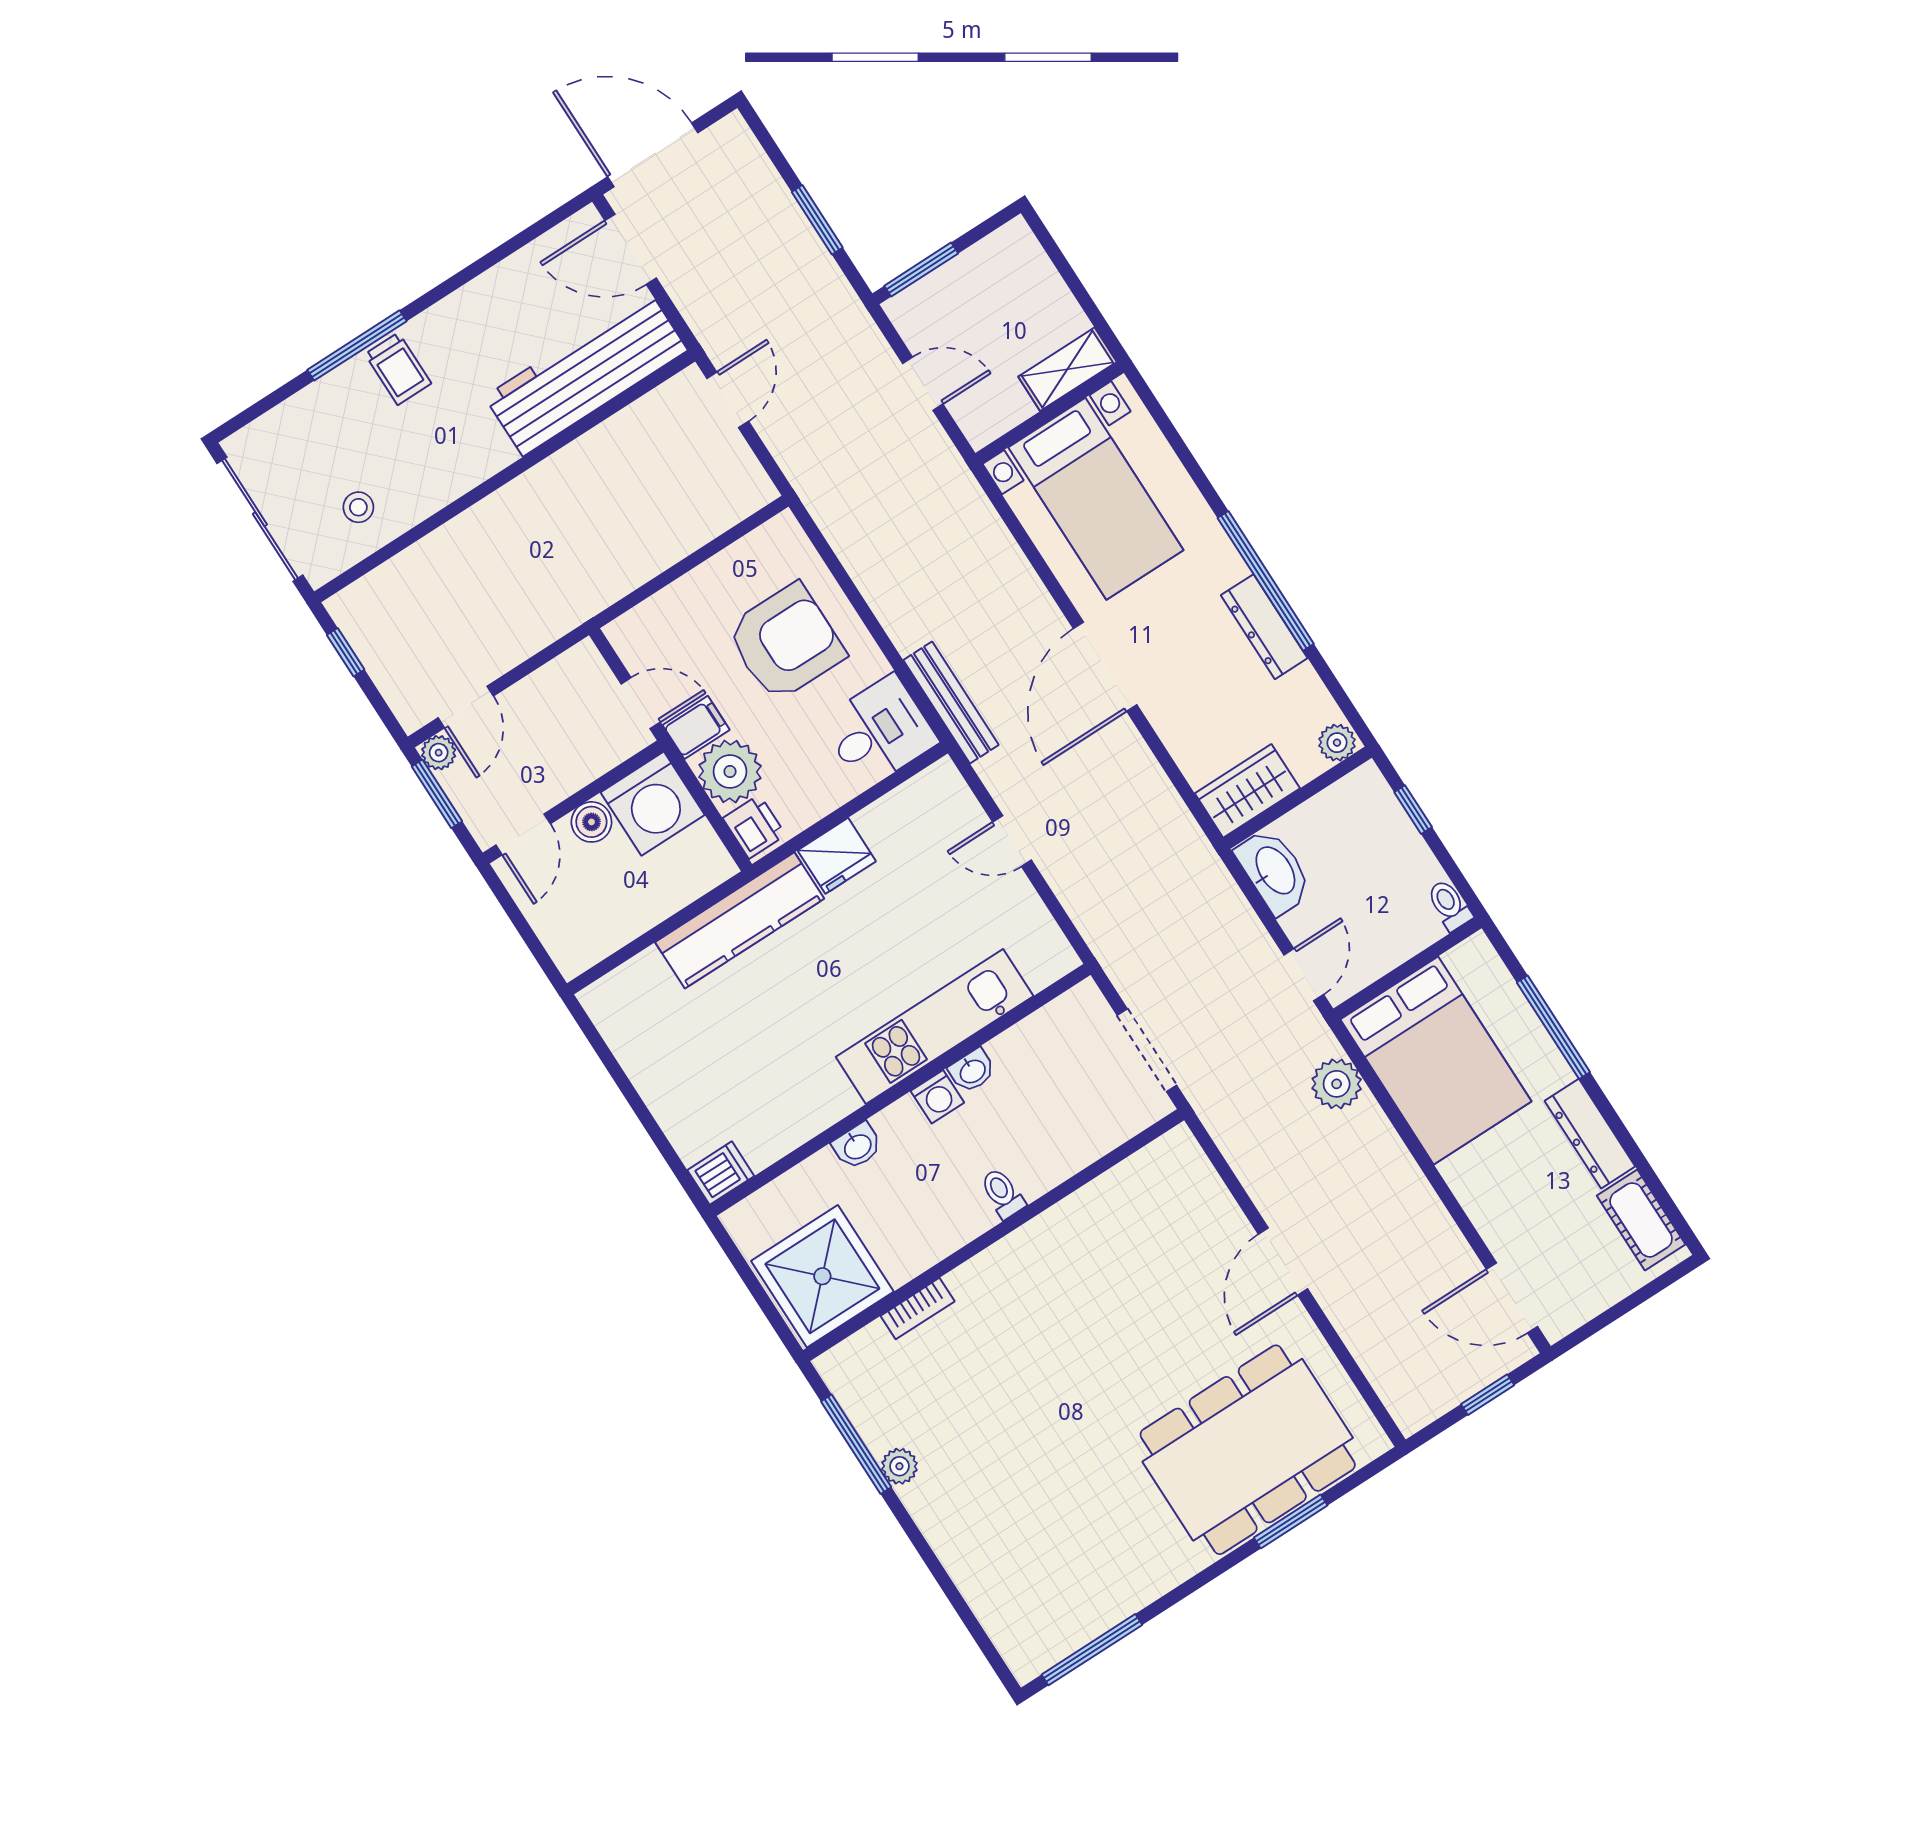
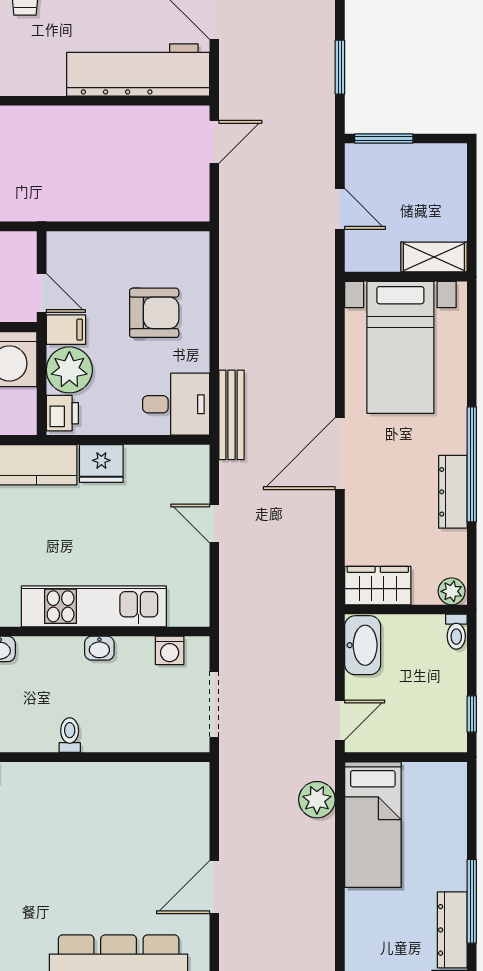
armchair: (786, 642) -> (154, 313), width x0.73, depth x0.73
window: (1413, 810) -> (472, 714), moved
toilet: (1449, 905) -> (456, 632), moved, turned 180
window: (1553, 1027) -> (472, 901), moved
bed: (1436, 1060) -> (373, 825), width x0.67
washing machine: (937, 1097) -> (170, 650), moved

